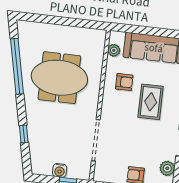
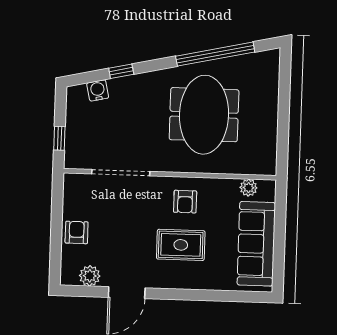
armchair: (124, 82) -> (185, 202), moved
water cooler: (60, 170) -> (98, 90), moved, turned 78

